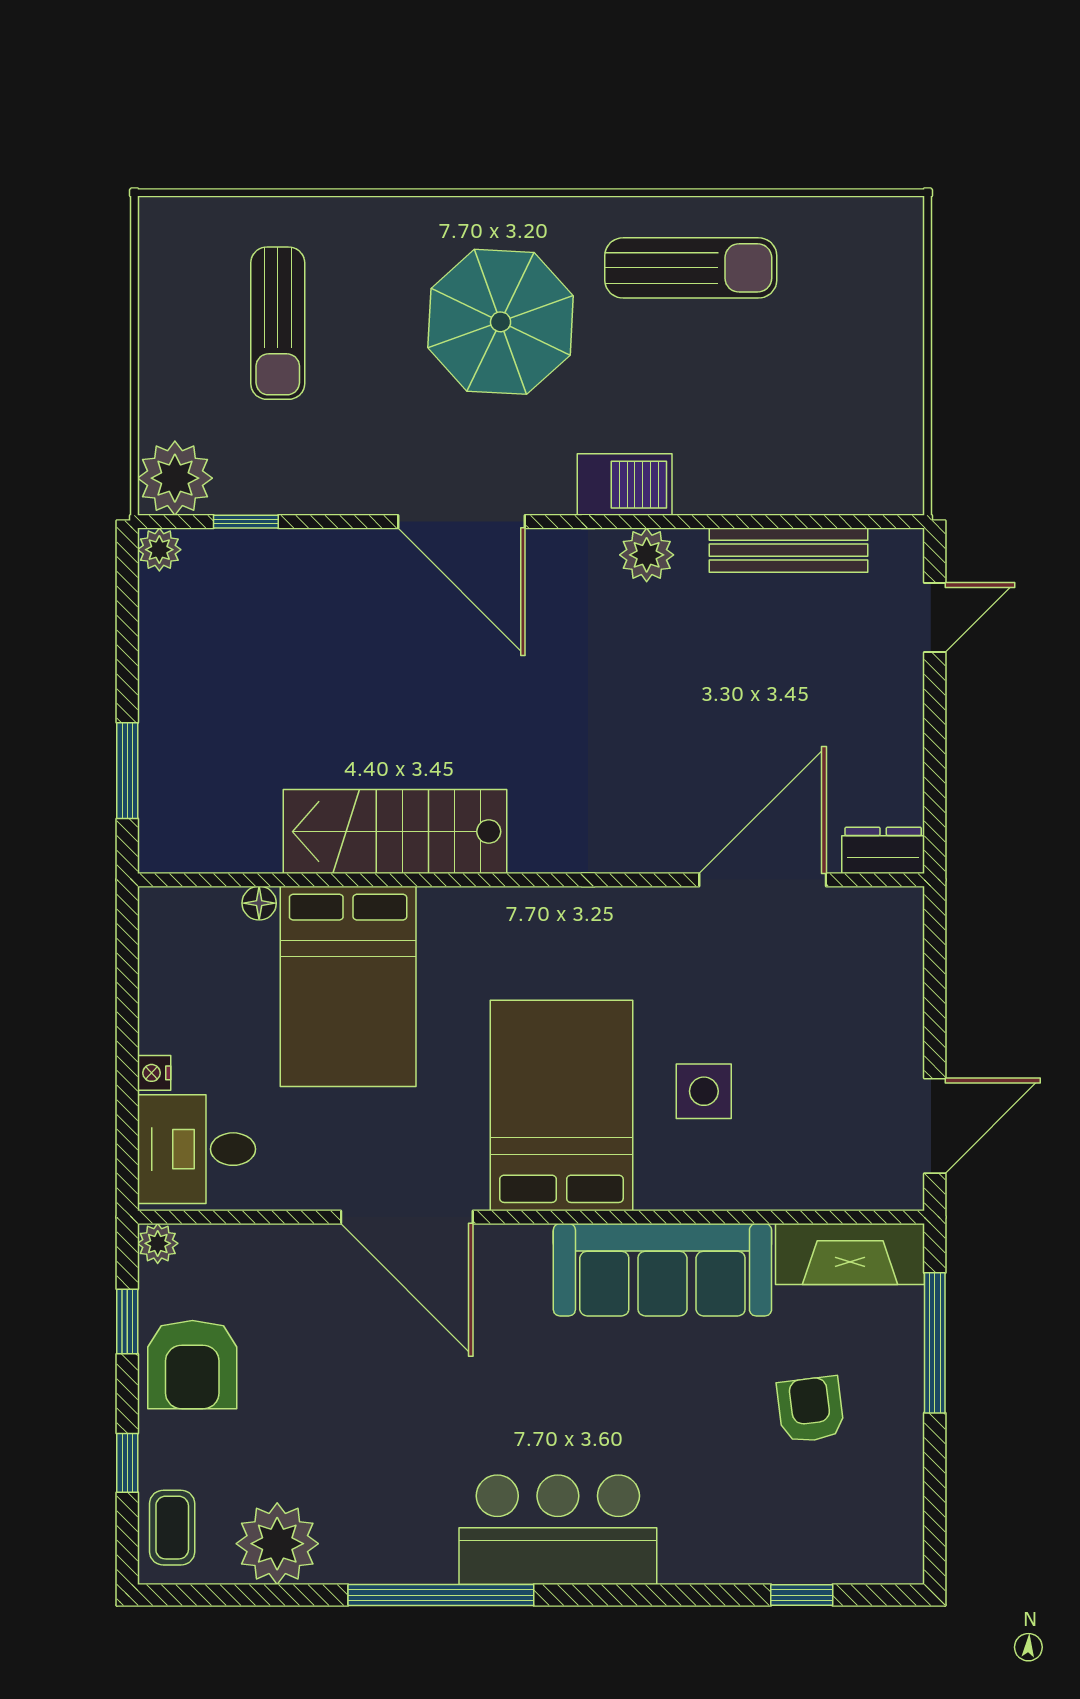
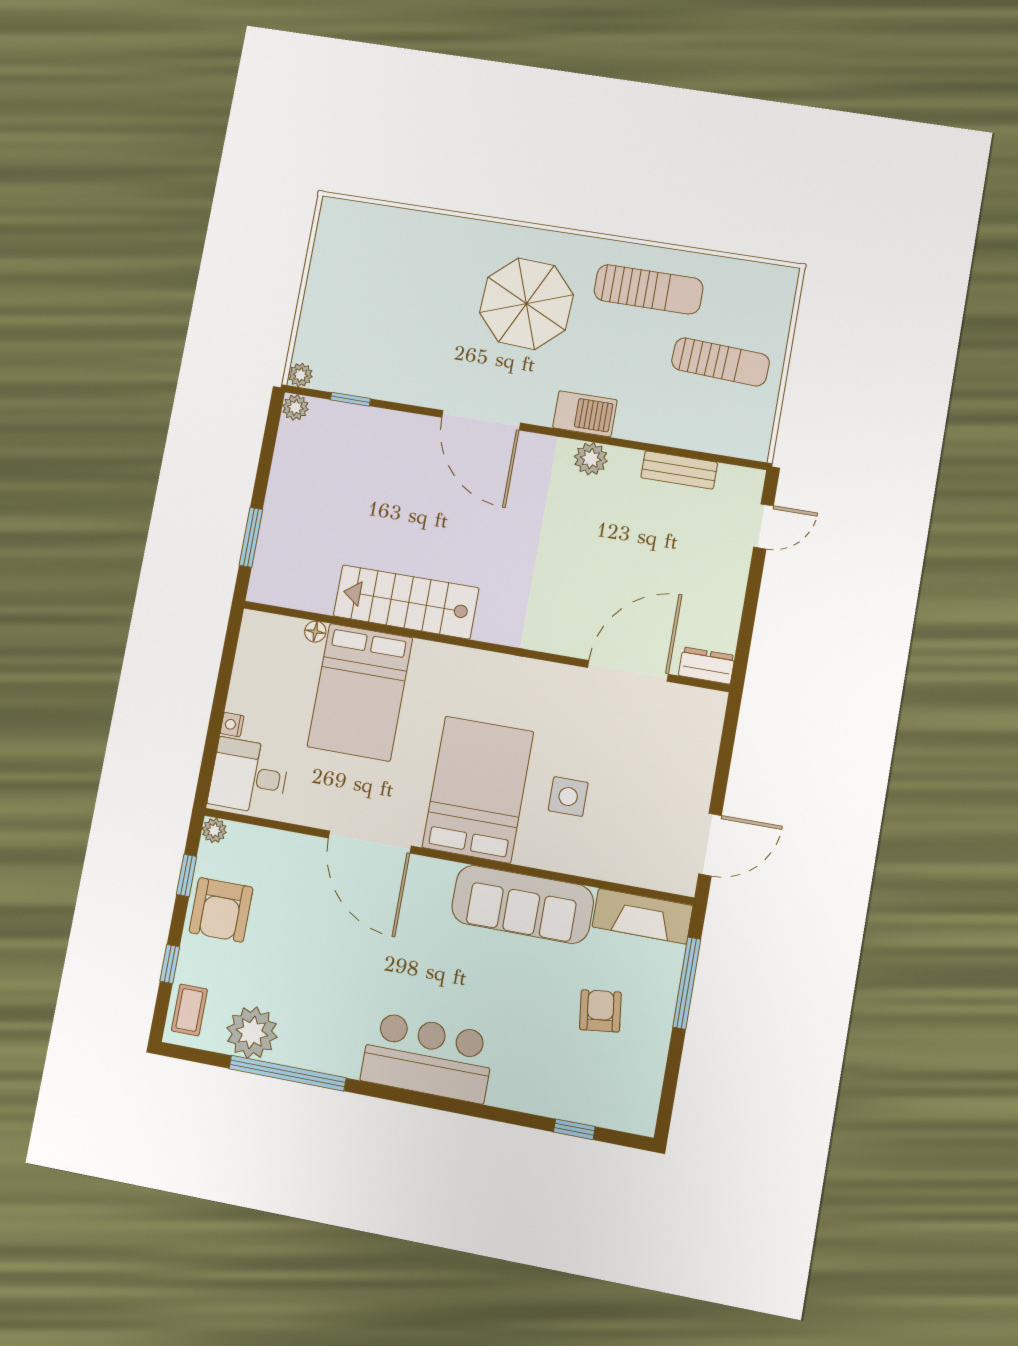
sun lounger: (278, 323) -> (720, 362), moved, turned -87
plant: (175, 478) -> (300, 375), width x0.53, depth x0.53
bench: (788, 550) -> (679, 470), width x0.73
window: (441, 1595) -> (287, 1073), moved

